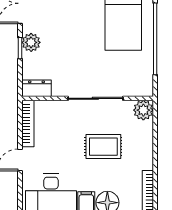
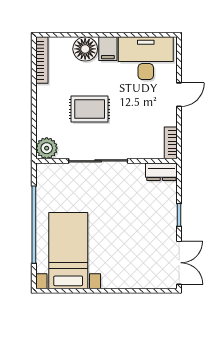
plant: (31, 42) -> (167, 221), removed
bookcase: (28, 123) -> (171, 143), width x0.64

